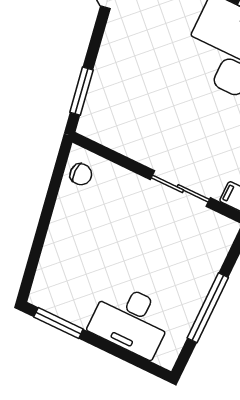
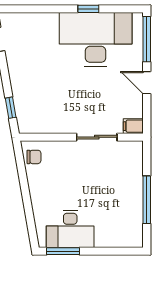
window: (81, 91) -> (11, 108), width x0.67
desk: (131, 320) -> (70, 229), moved

